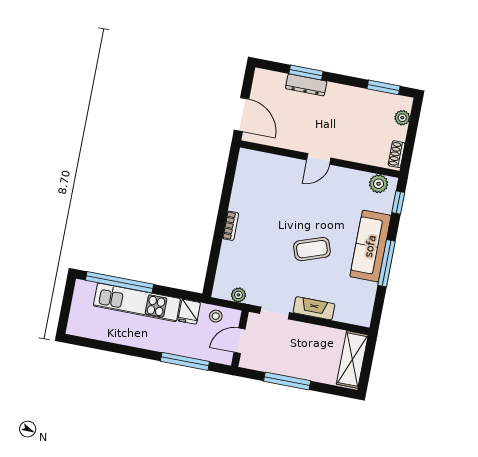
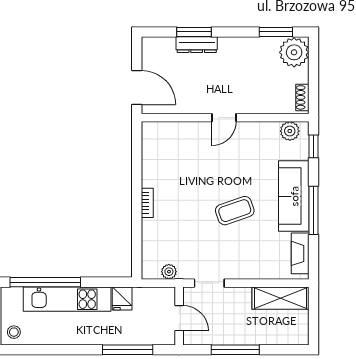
plant: (402, 118) -> (294, 52), width x1.87, depth x1.87
fireplace: (314, 308) -> (300, 253), moved, turned -90
stool: (216, 316) -> (14, 332), moved
door: (240, 341) -> (179, 318), swing flipped
shelving: (352, 360) -> (280, 298), moved, turned 90

